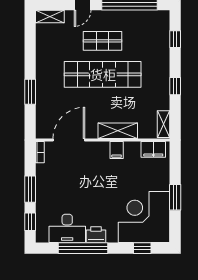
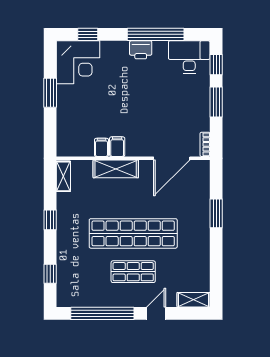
filing cabinet: (153, 149) -> (102, 147), moved, width x0.50
corner desk: (144, 217) -> (78, 62), width x0.74, depth x0.74
desk: (67, 228) -> (189, 57), moved

